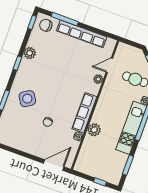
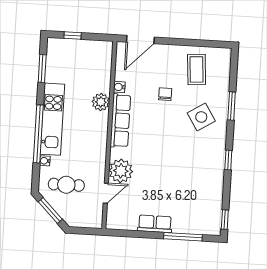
chair: (46, 25) -> (206, 221), removed
row of seats: (82, 34) -> (155, 224), width x0.50
plant: (30, 53) -> (216, 178), removed
plant: (98, 79) -> (121, 171), width x1.88, depth x1.88
coffee table: (21, 133) -> (197, 69), added

